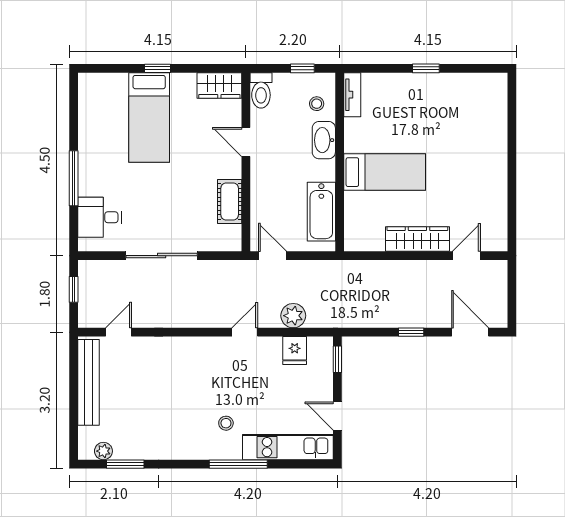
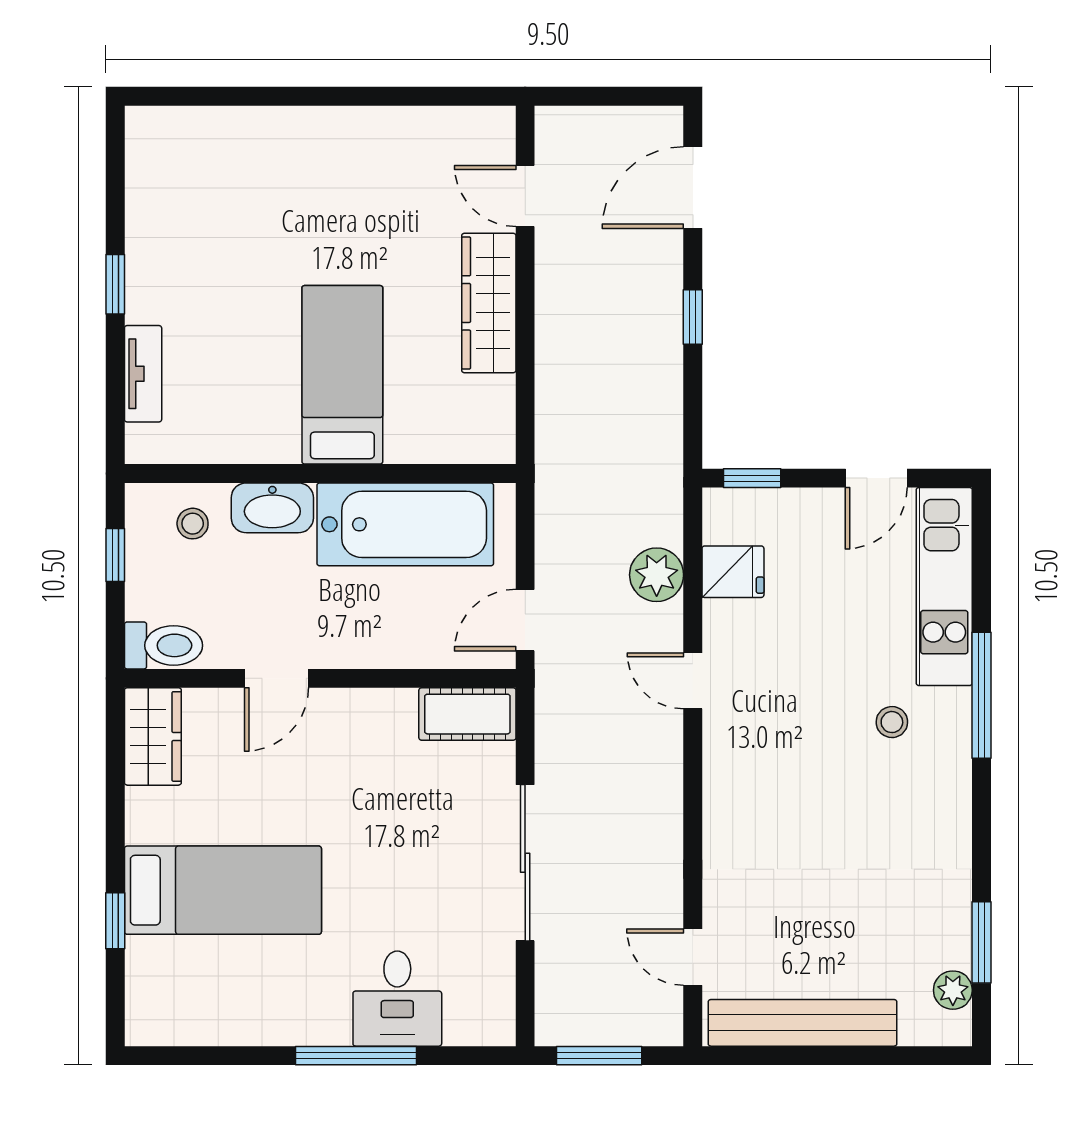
window: (158, 68) -> (115, 921), moved
tv unit: (352, 95) -> (143, 374), moved, turned 90
cot: (230, 202) -> (467, 714), moved
bathtub: (321, 212) -> (405, 524), width x1.36, depth x1.36
desk: (100, 217) -> (397, 999), moved
window: (74, 289) -> (599, 1056), width x1.50

